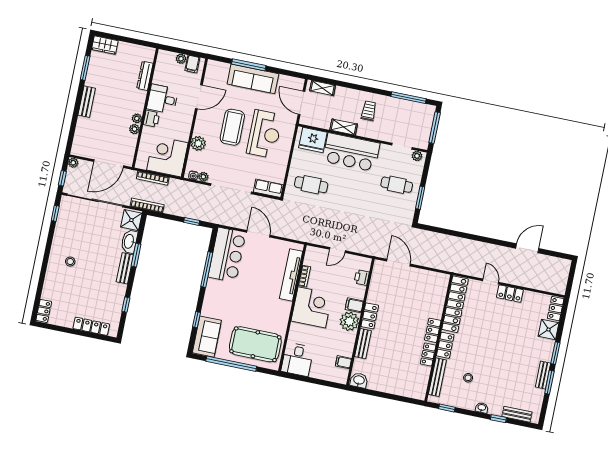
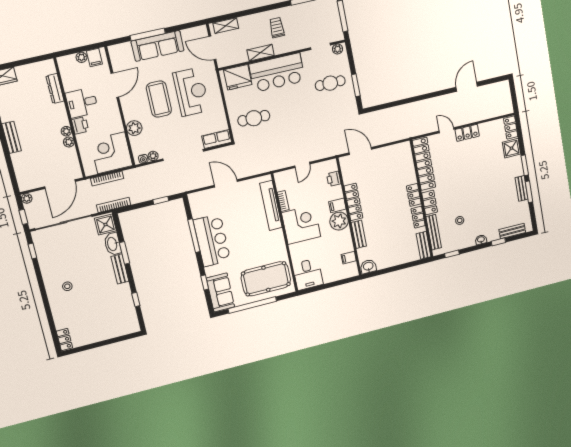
bar counter: (227, 255) -> (212, 240), moved
locker: (370, 316) -> (353, 202), width x1.53
locker: (91, 326) -> (114, 332), removed
bench: (422, 386) -> (424, 245), added

